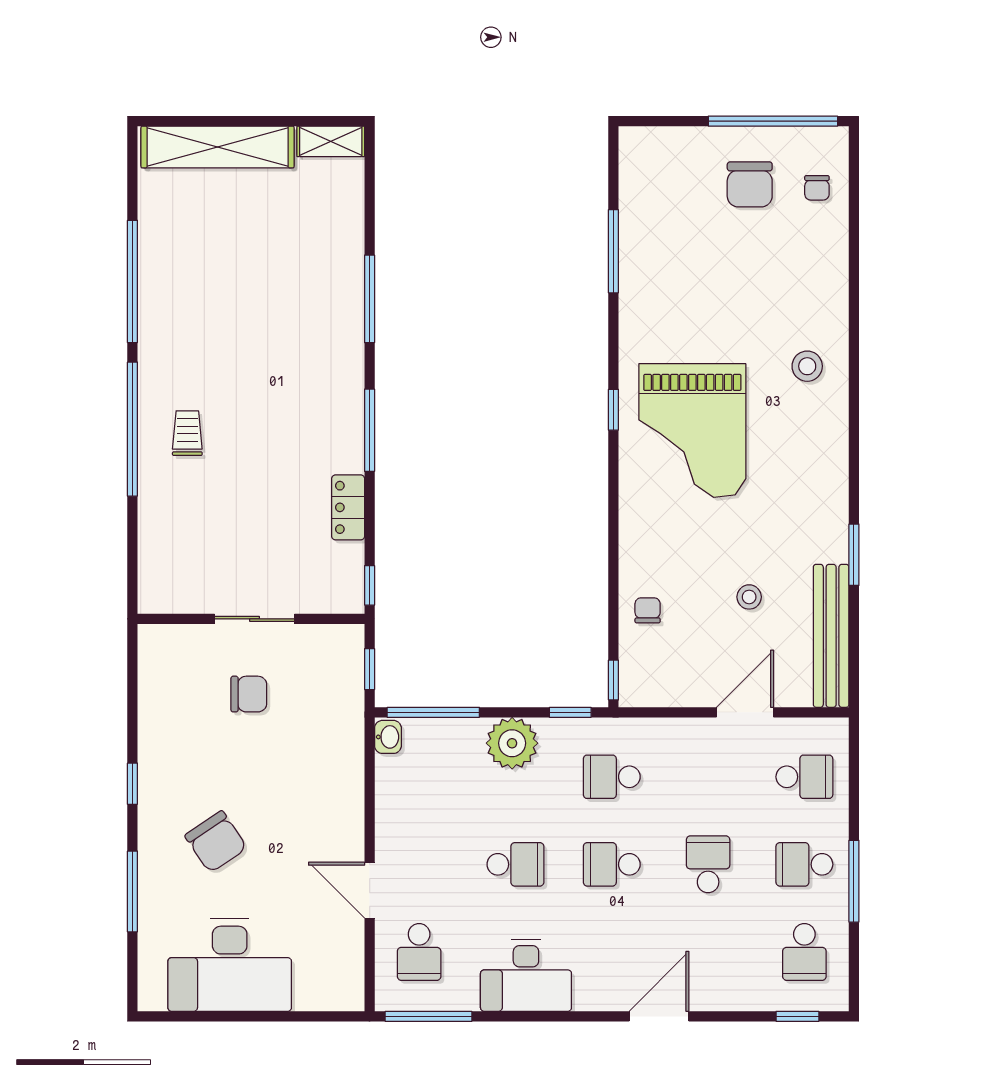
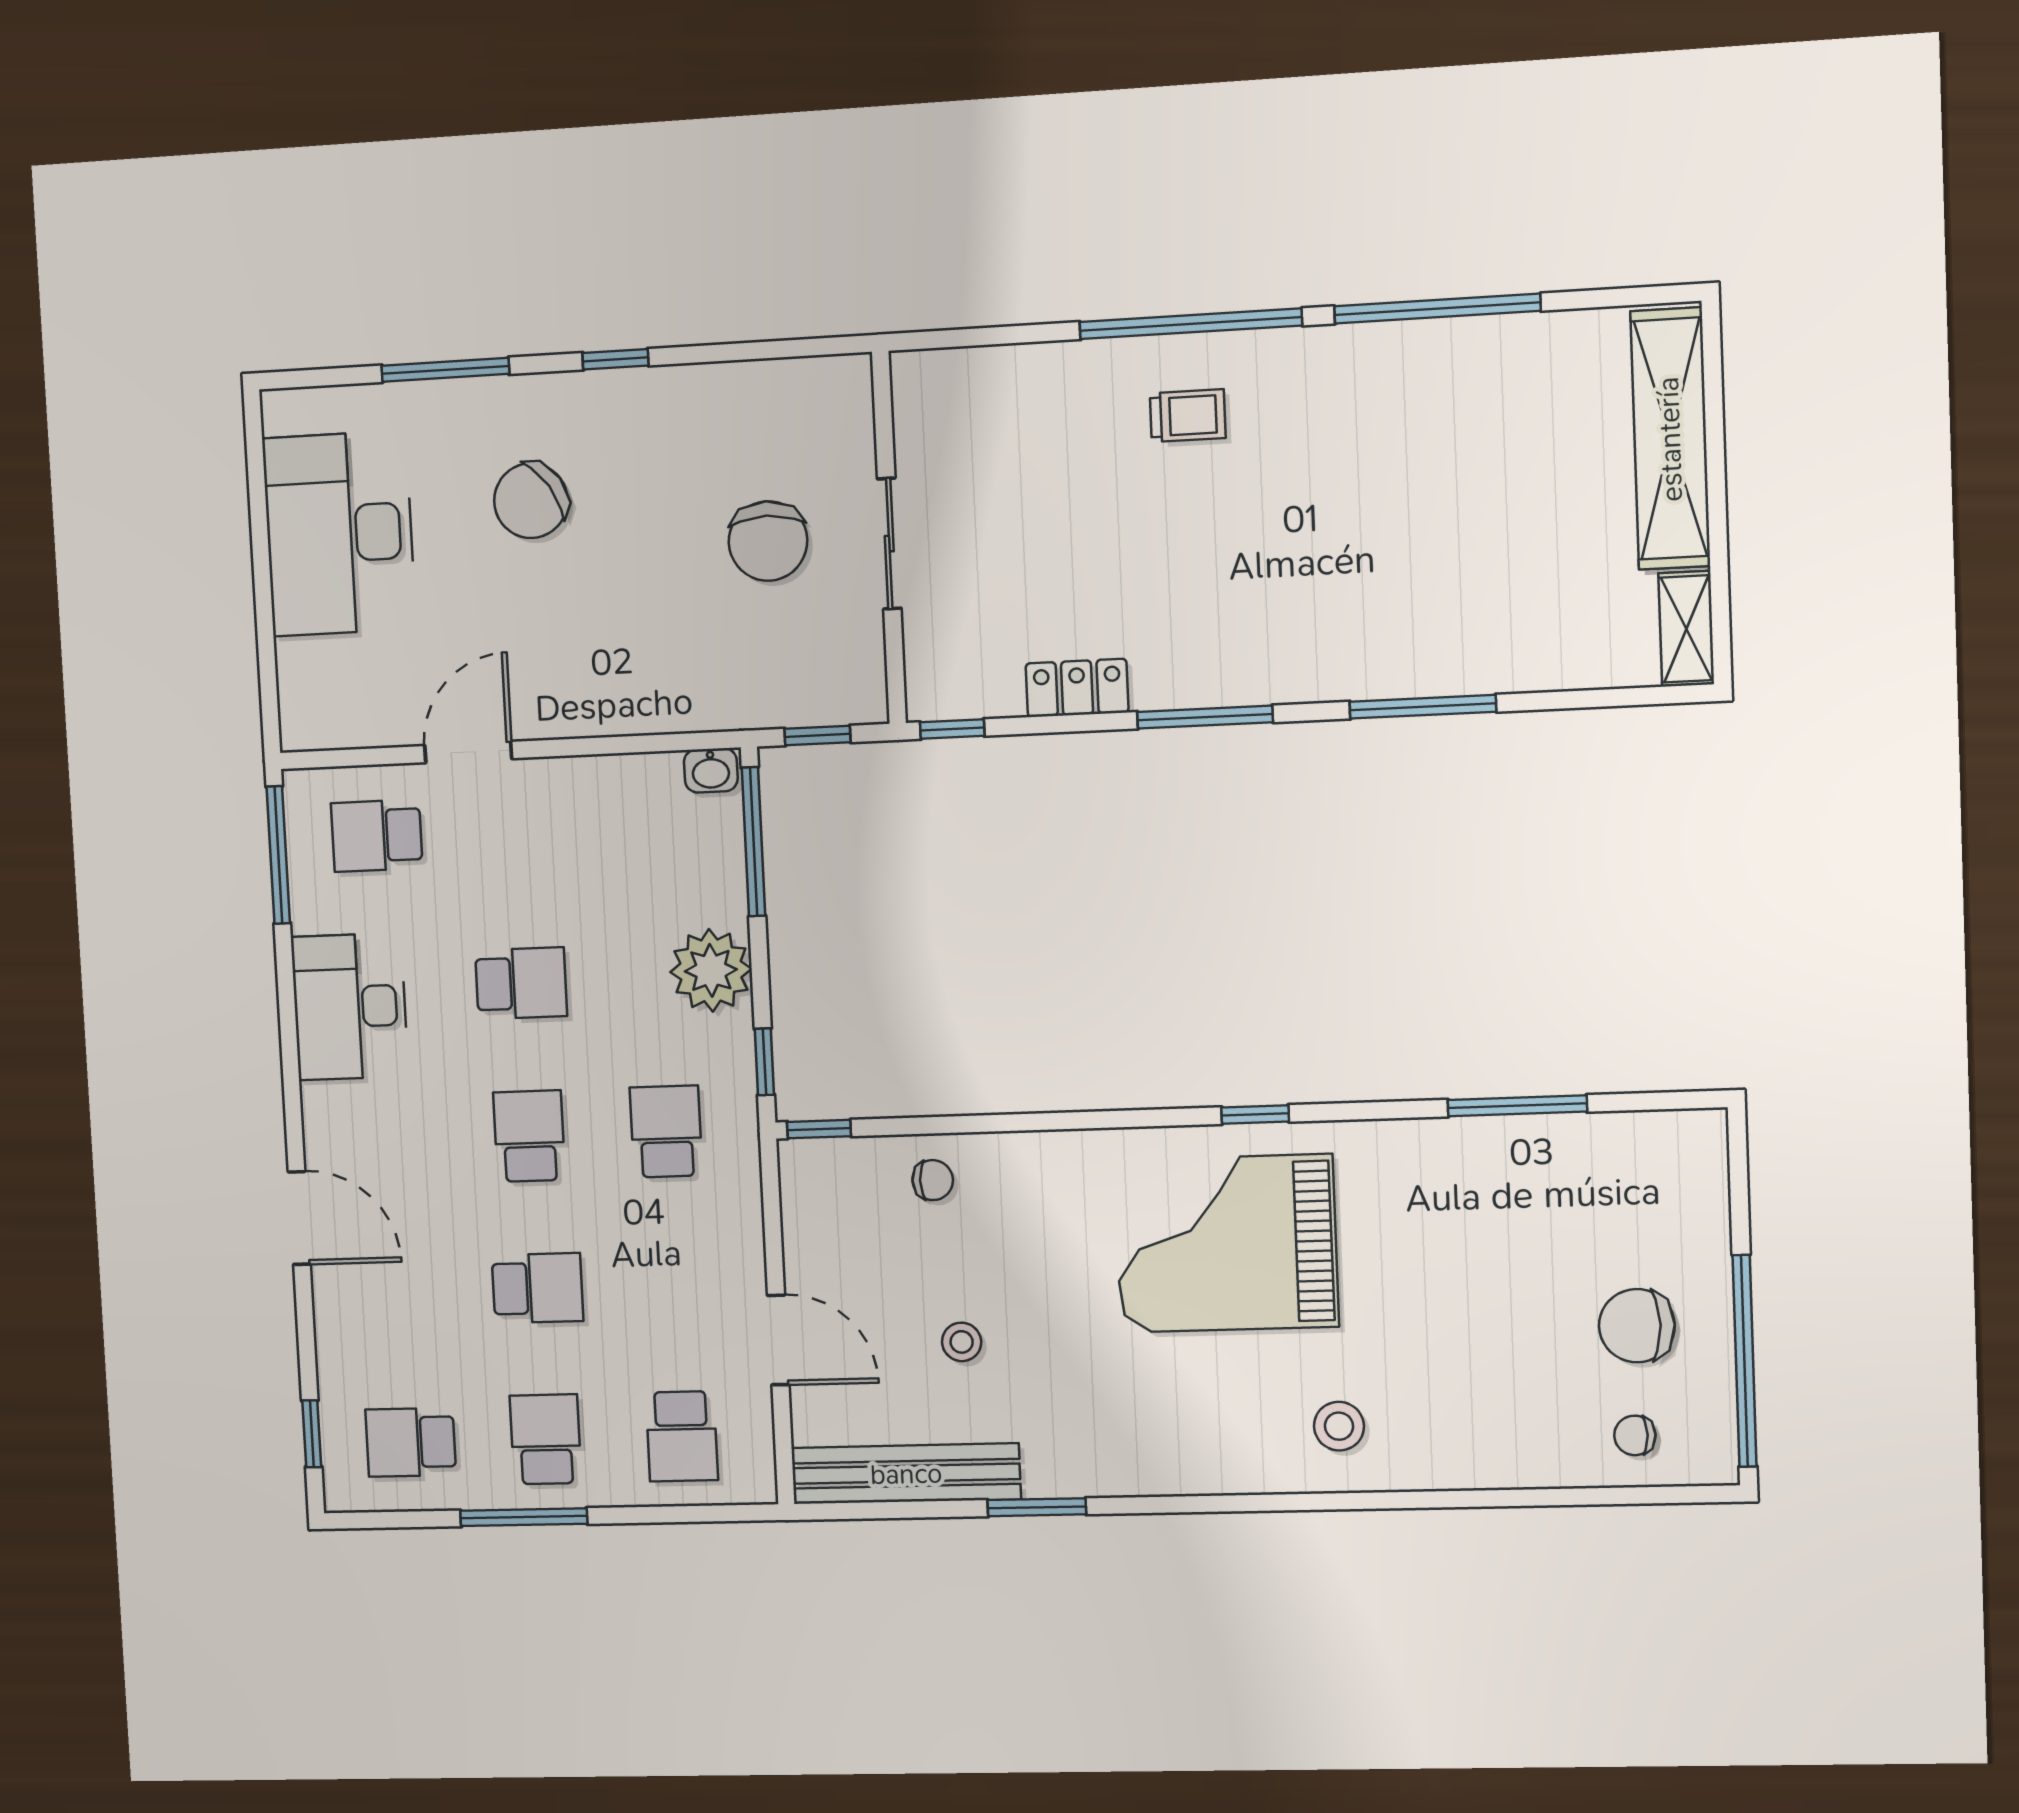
chair: (249, 694) -> (768, 541), width x1.37, depth x1.37
school desk: (515, 864) -> (521, 983), turned -90

